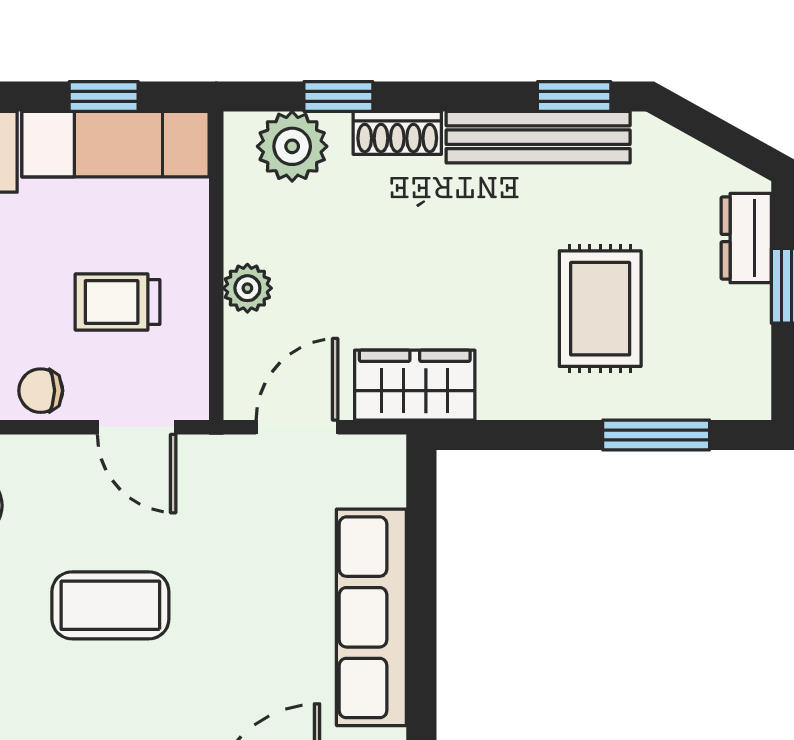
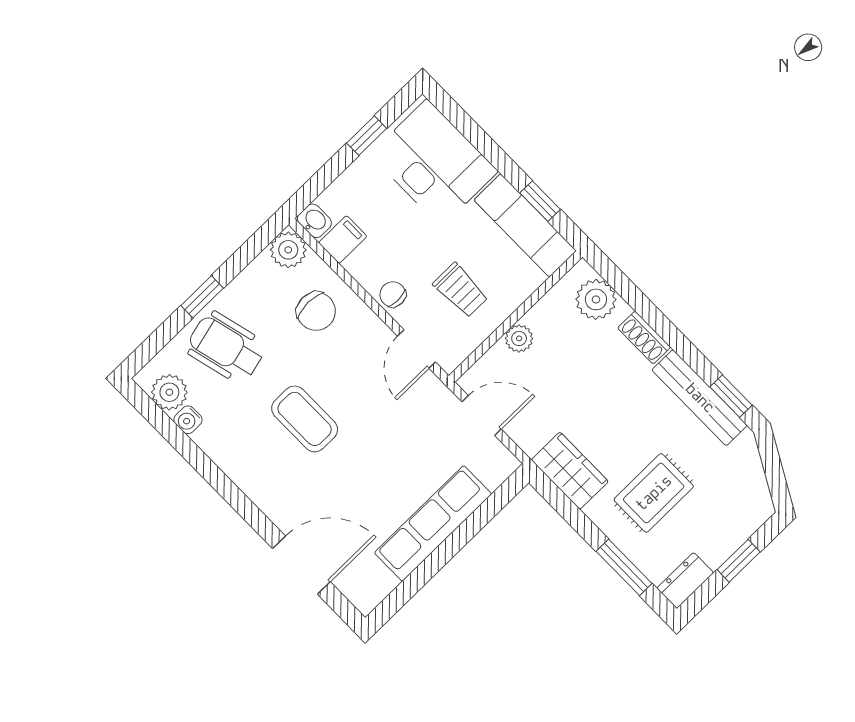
window: (338, 96) -> (635, 298), removed
dresser: (746, 238) -> (685, 581), moved
trolley: (117, 302) -> (461, 290), turned 180
wardrobe: (415, 385) -> (570, 471), moved
coffee table: (110, 605) -> (305, 419), moved

